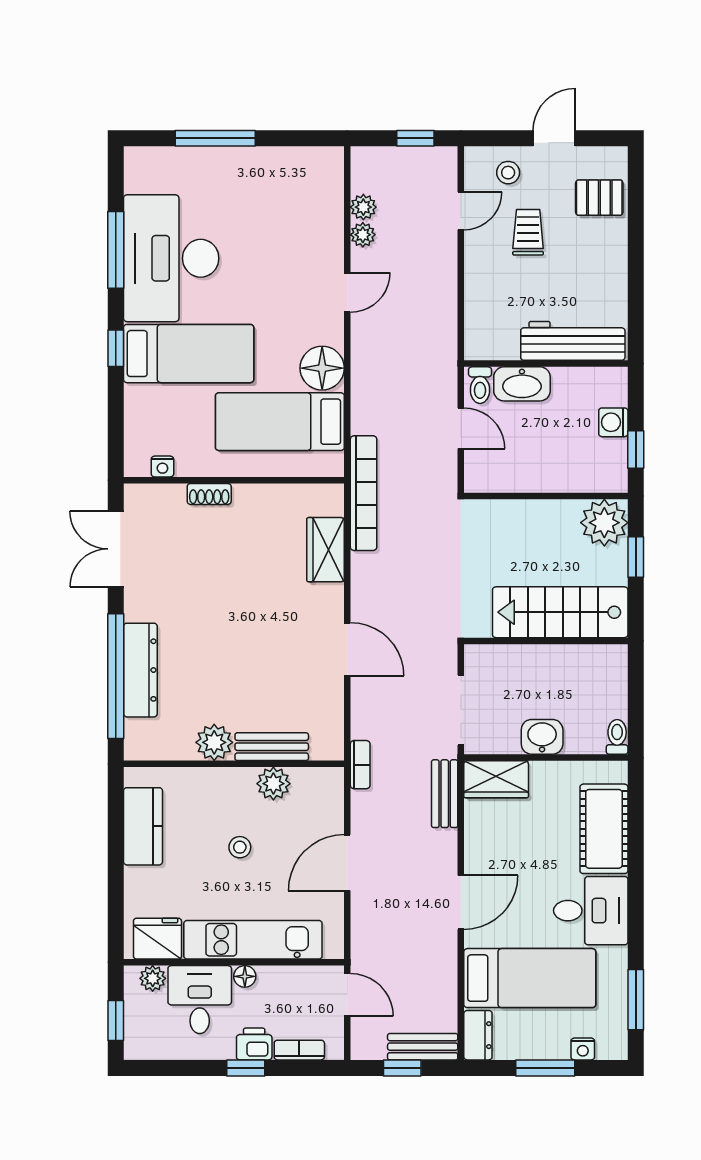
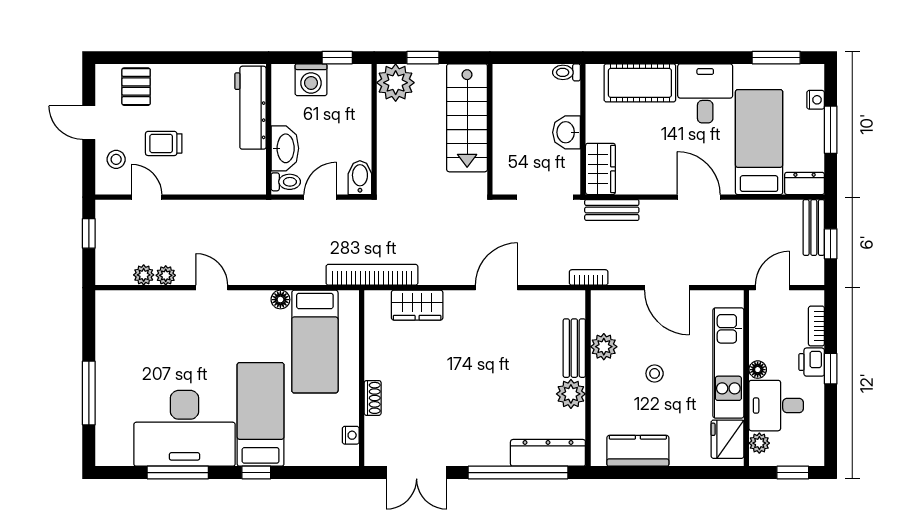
floor lamp: (322, 368) -> (280, 300), width x0.53, depth x0.53
washing machine: (613, 422) -> (311, 80), width x1.38, depth x1.38
bidet: (485, 478) -> (360, 178), added
dresser: (140, 670) -> (548, 453), moved

